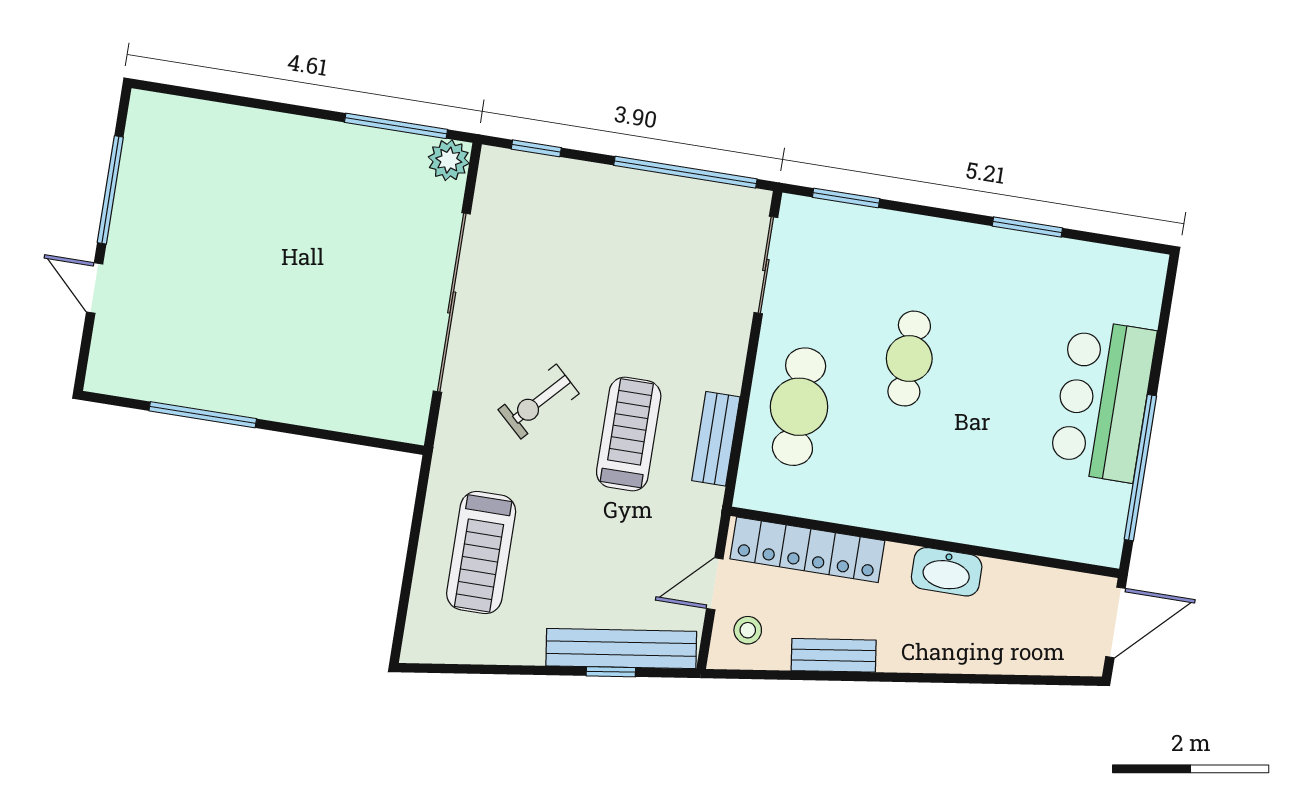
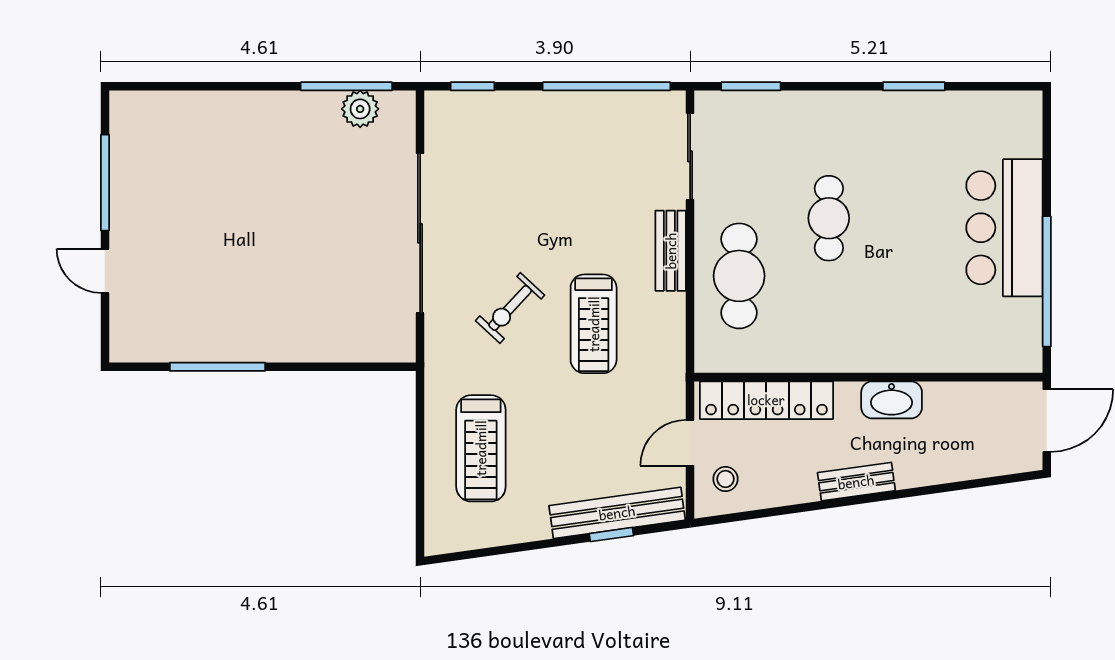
plant: (449, 160) -> (360, 109), moved
treadmill: (629, 434) -> (594, 324), turned 180
bench: (716, 439) -> (671, 251), moved
bench: (834, 655) -> (856, 482), moved

